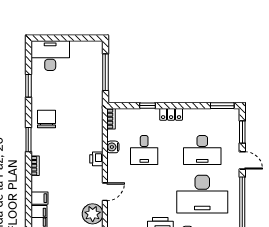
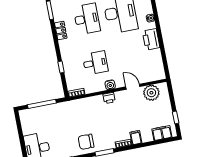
locker: (171, 114) -> (61, 31), moved
water cooler: (113, 147) -> (110, 85), moved
filing cabinet: (40, 198) -> (136, 138), moved

